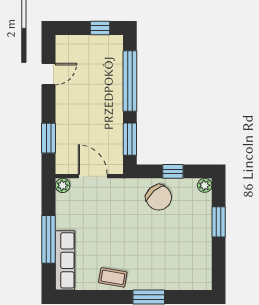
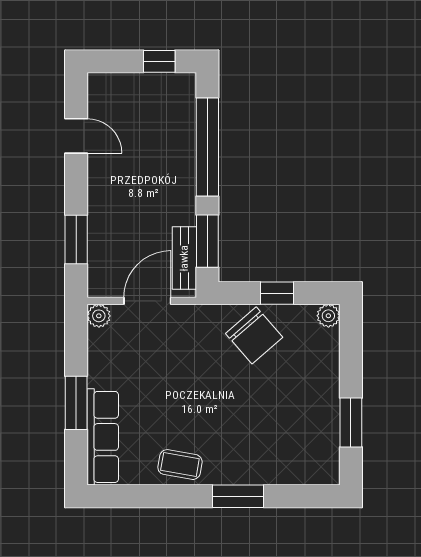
door: (49, 74) -> (76, 136), hinge flipped
bench: (116, 150) -> (184, 258), added
door: (93, 176) -> (147, 301), hinge flipped
window: (219, 222) -> (351, 422), moved
window: (49, 239) -> (76, 403), width x0.69

